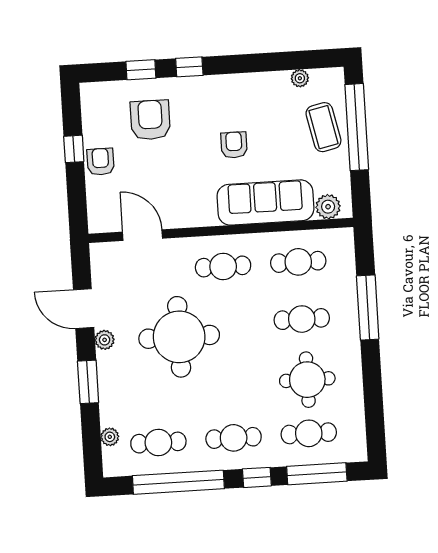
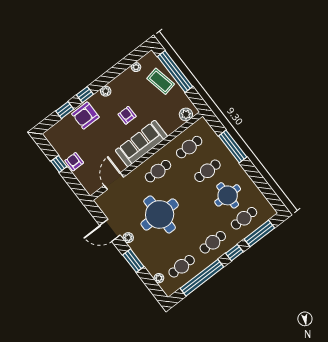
plant: (226, 84) -> (106, 91), added
armchair: (150, 120) -> (85, 116), moved, turned -90
sofa: (265, 203) -> (141, 143), moved
door: (142, 235) -> (114, 181), hinge flipped

